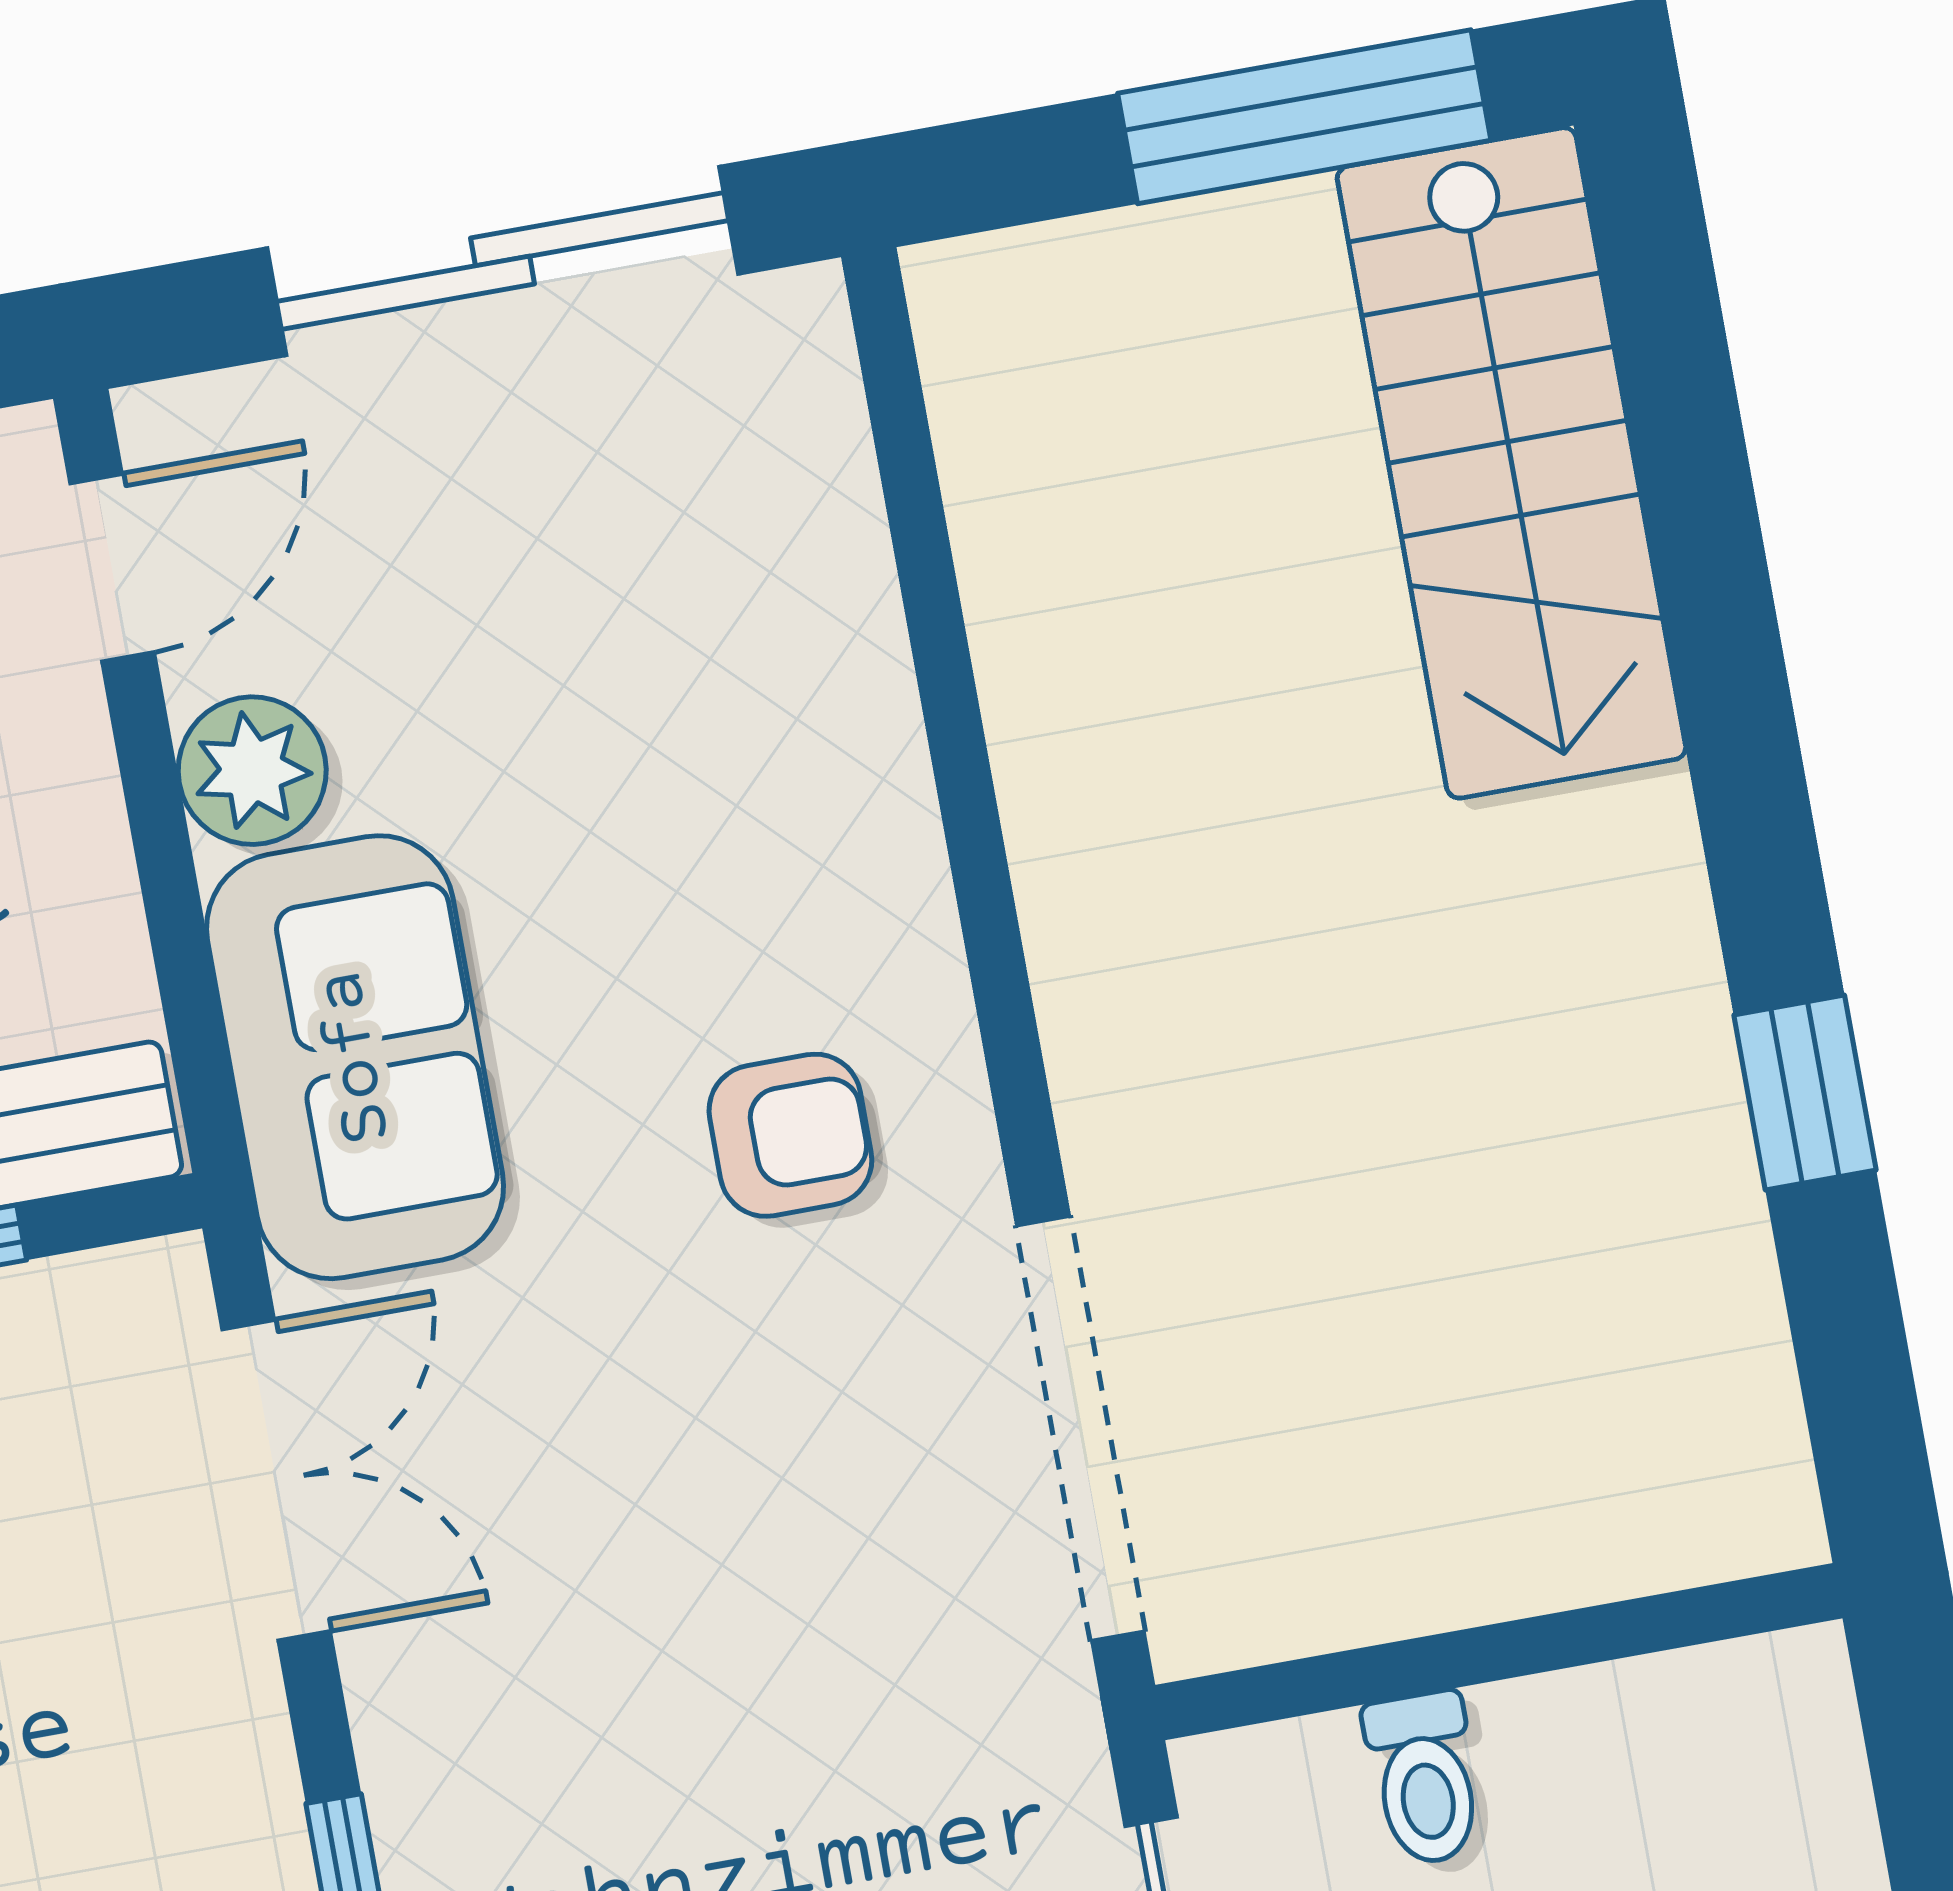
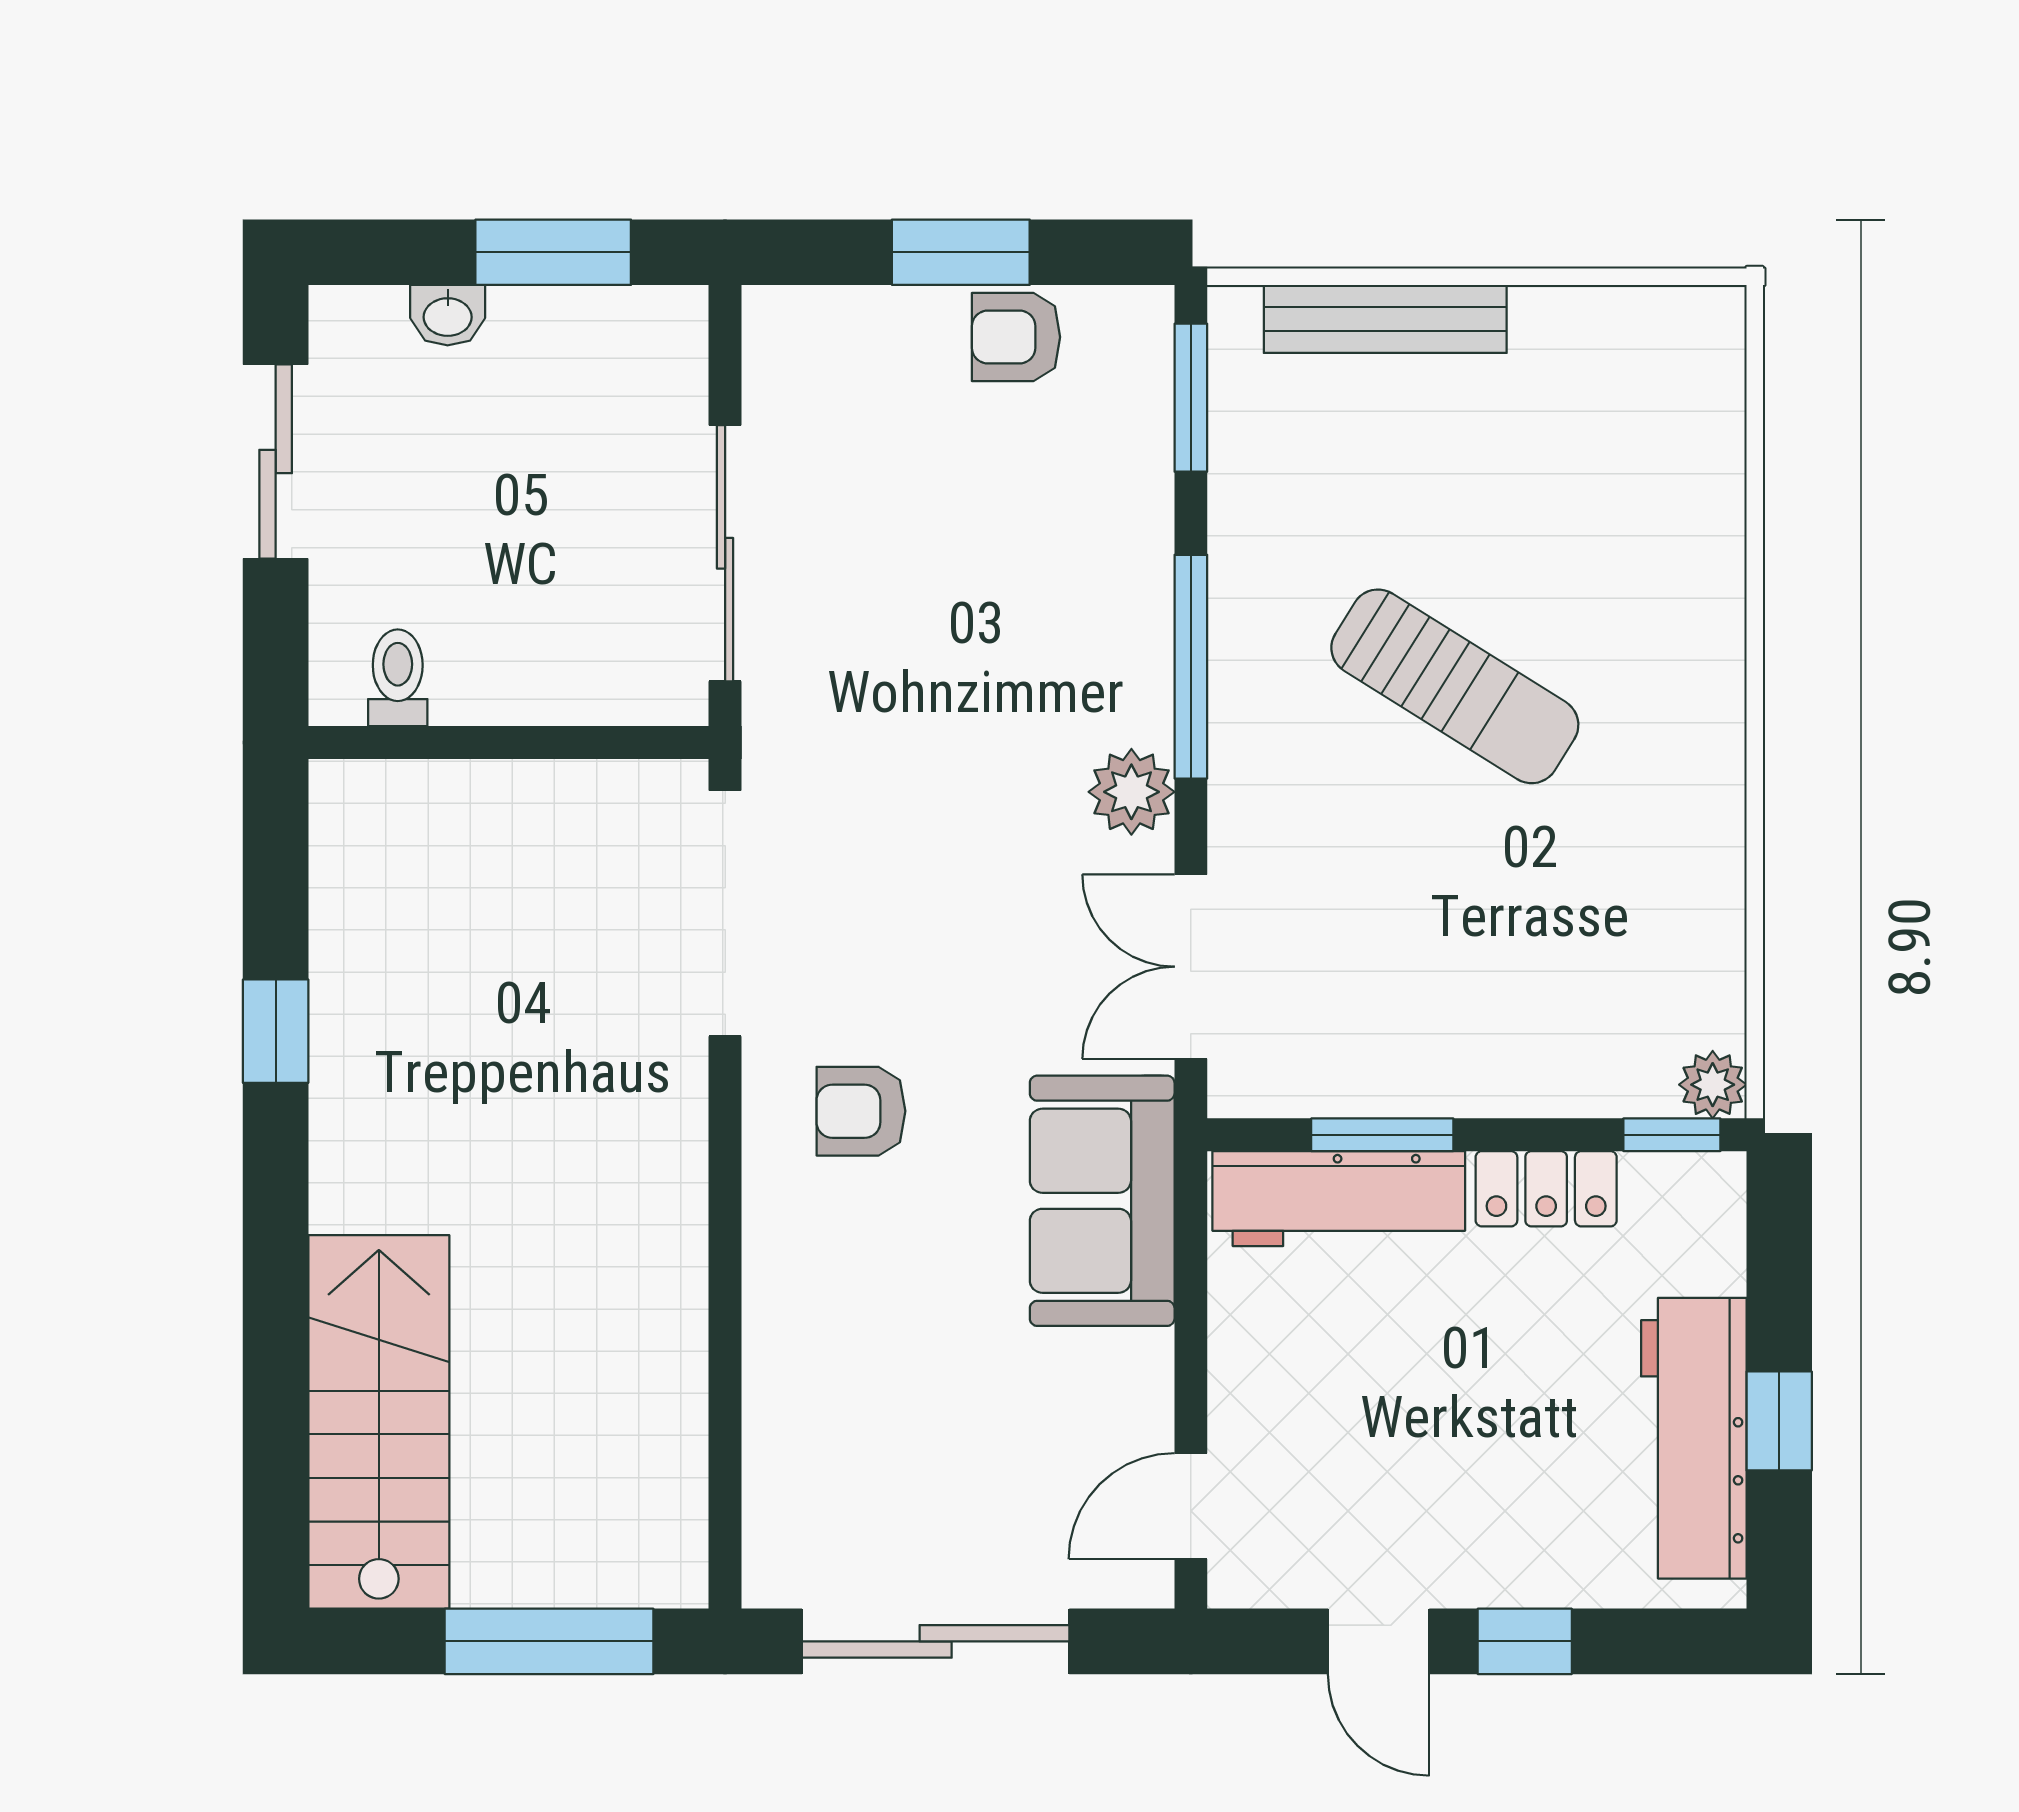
window: (1304, 117) -> (549, 1641), moved
plant: (252, 771) -> (1131, 792), moved
toilet: (1424, 1778) -> (398, 678), moved

